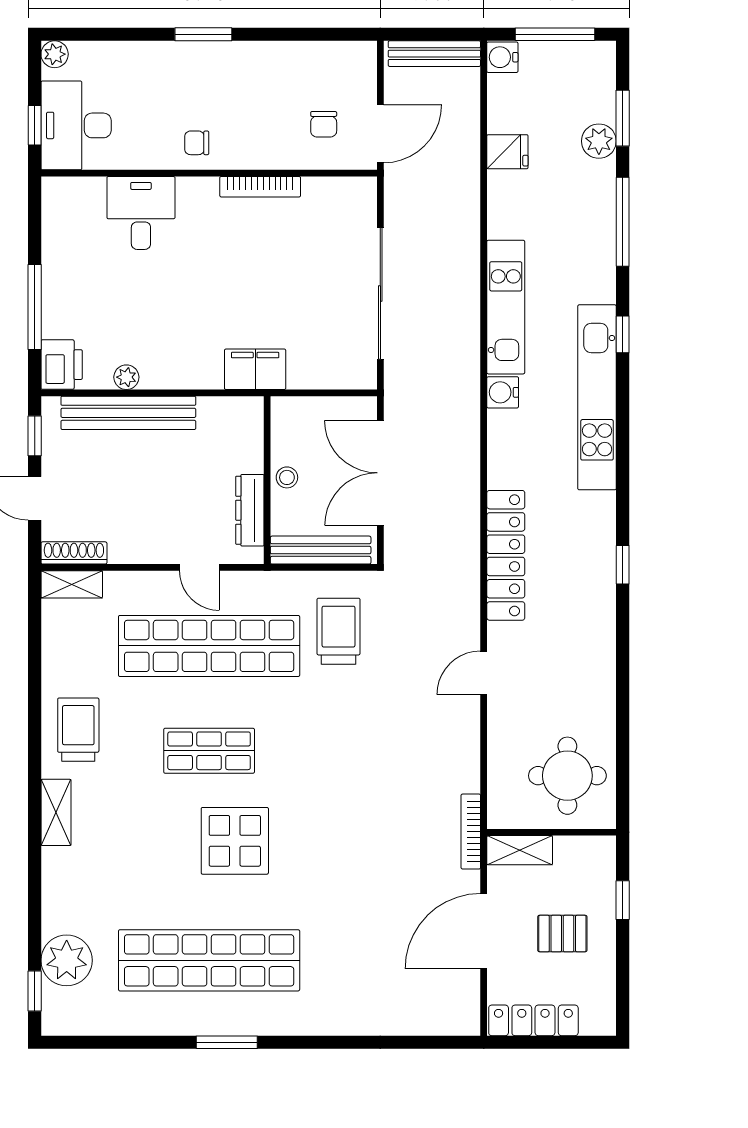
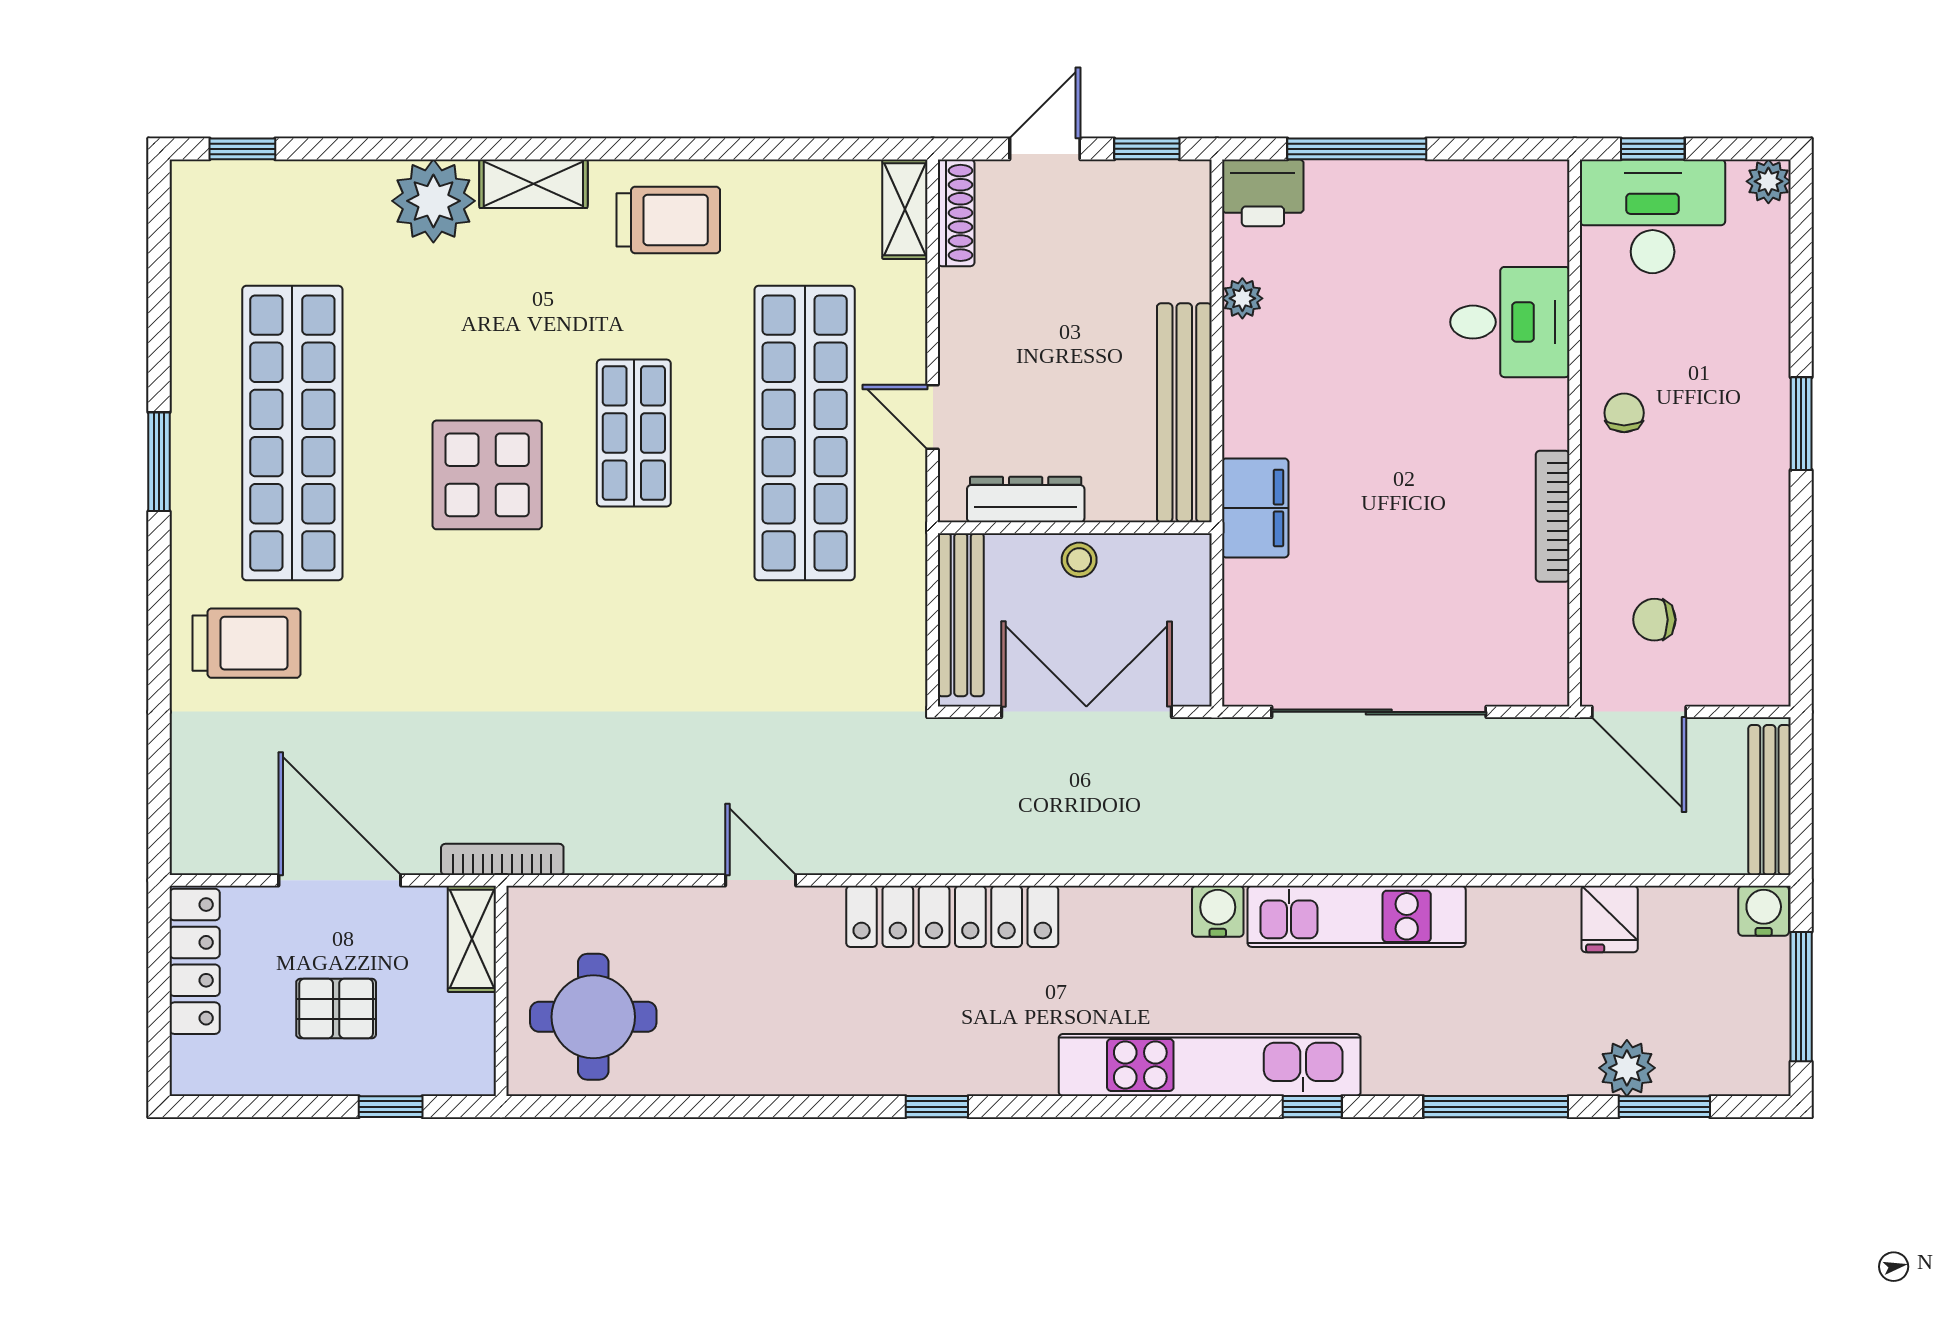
bench: (128, 413) -> (1184, 413), moved
door: (199, 567) -> (933, 417), hinge flipped
trolley: (339, 631) -> (246, 643), moved
pallet: (562, 934) -> (336, 1009), turned 90
plant: (67, 960) -> (433, 201), moved

